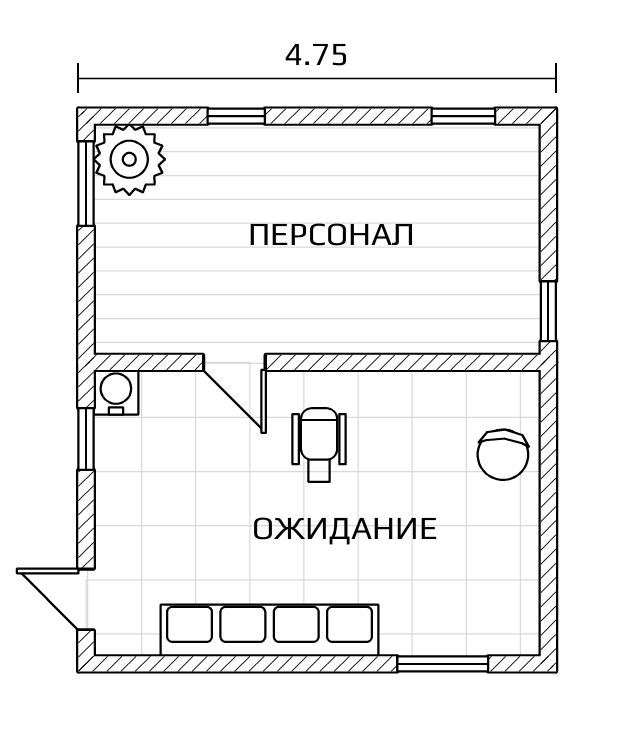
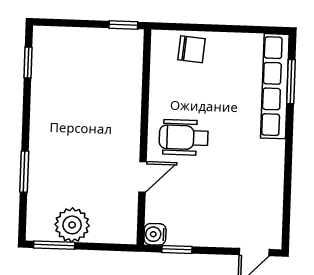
window: (236, 116) -> (24, 172), width x1.50
plant: (129, 159) -> (72, 225), moved
wheelchair: (319, 445) -> (184, 137), width x1.36, depth x1.37
row of seats: (270, 631) -> (275, 86), moved

